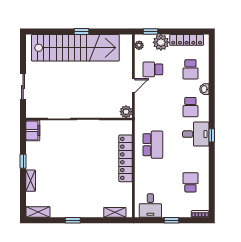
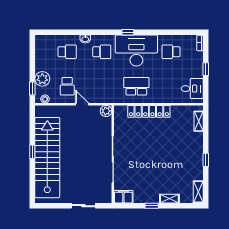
locker: (187, 40) -> (40, 55), removed
desk: (196, 134) -> (136, 51), width x1.87, depth x1.30

